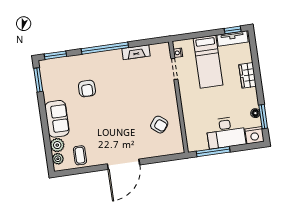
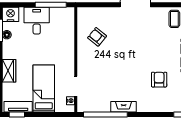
window: (105, 48) -> (105, 115), moved
fireplace: (136, 52) -> (124, 107), moved
desk: (226, 133) -> (37, 21), width x0.73

